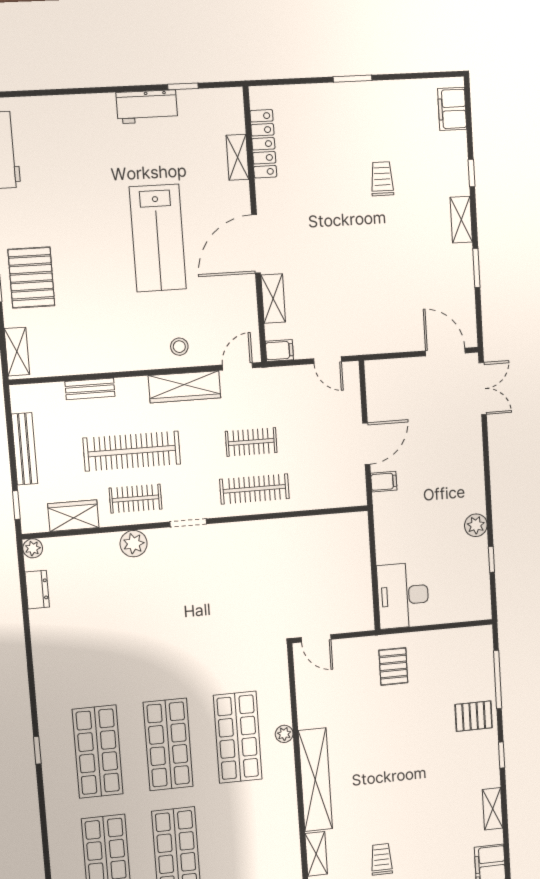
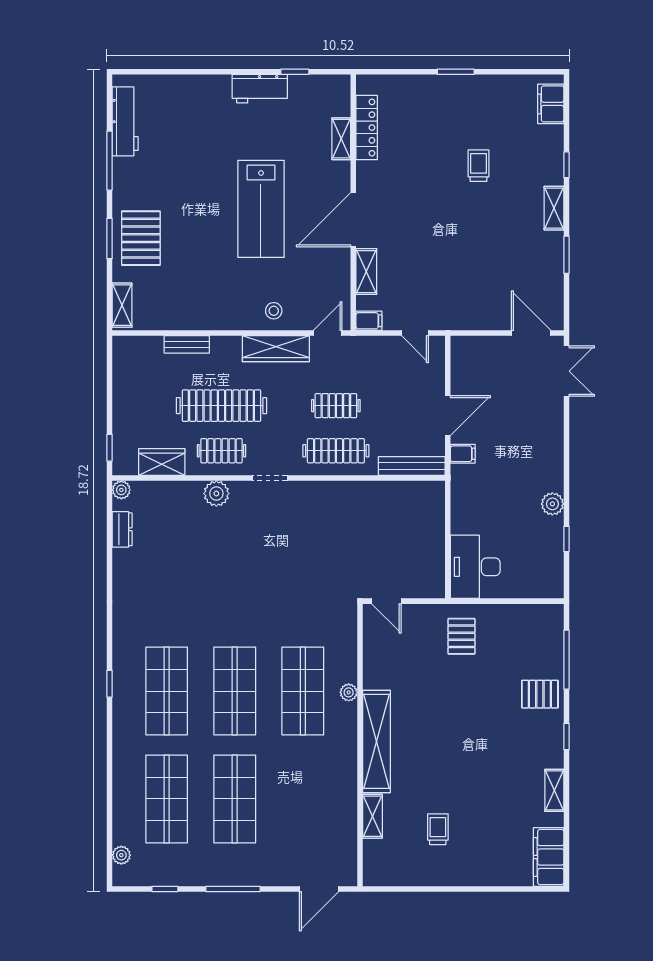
bench: (25, 449) -> (412, 466), moved, turned 90

